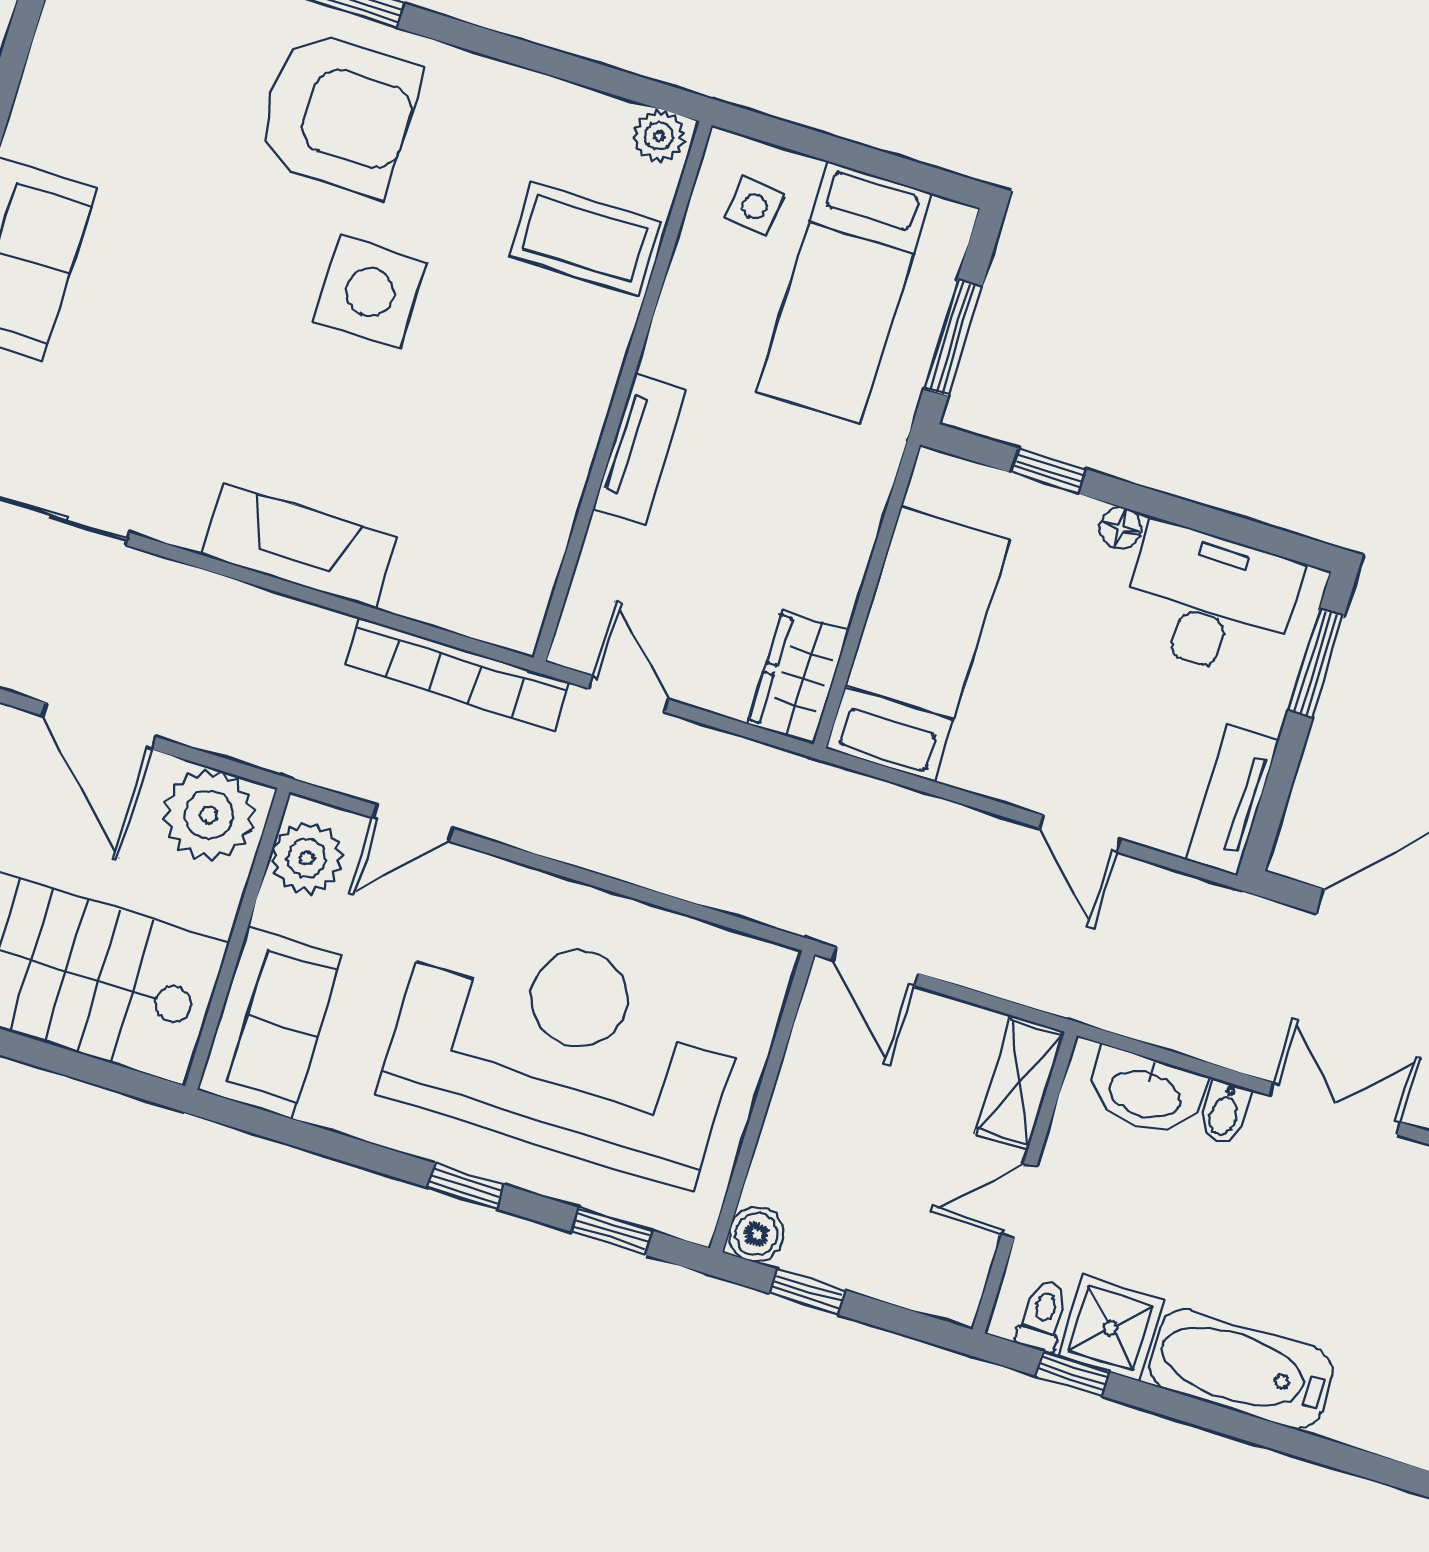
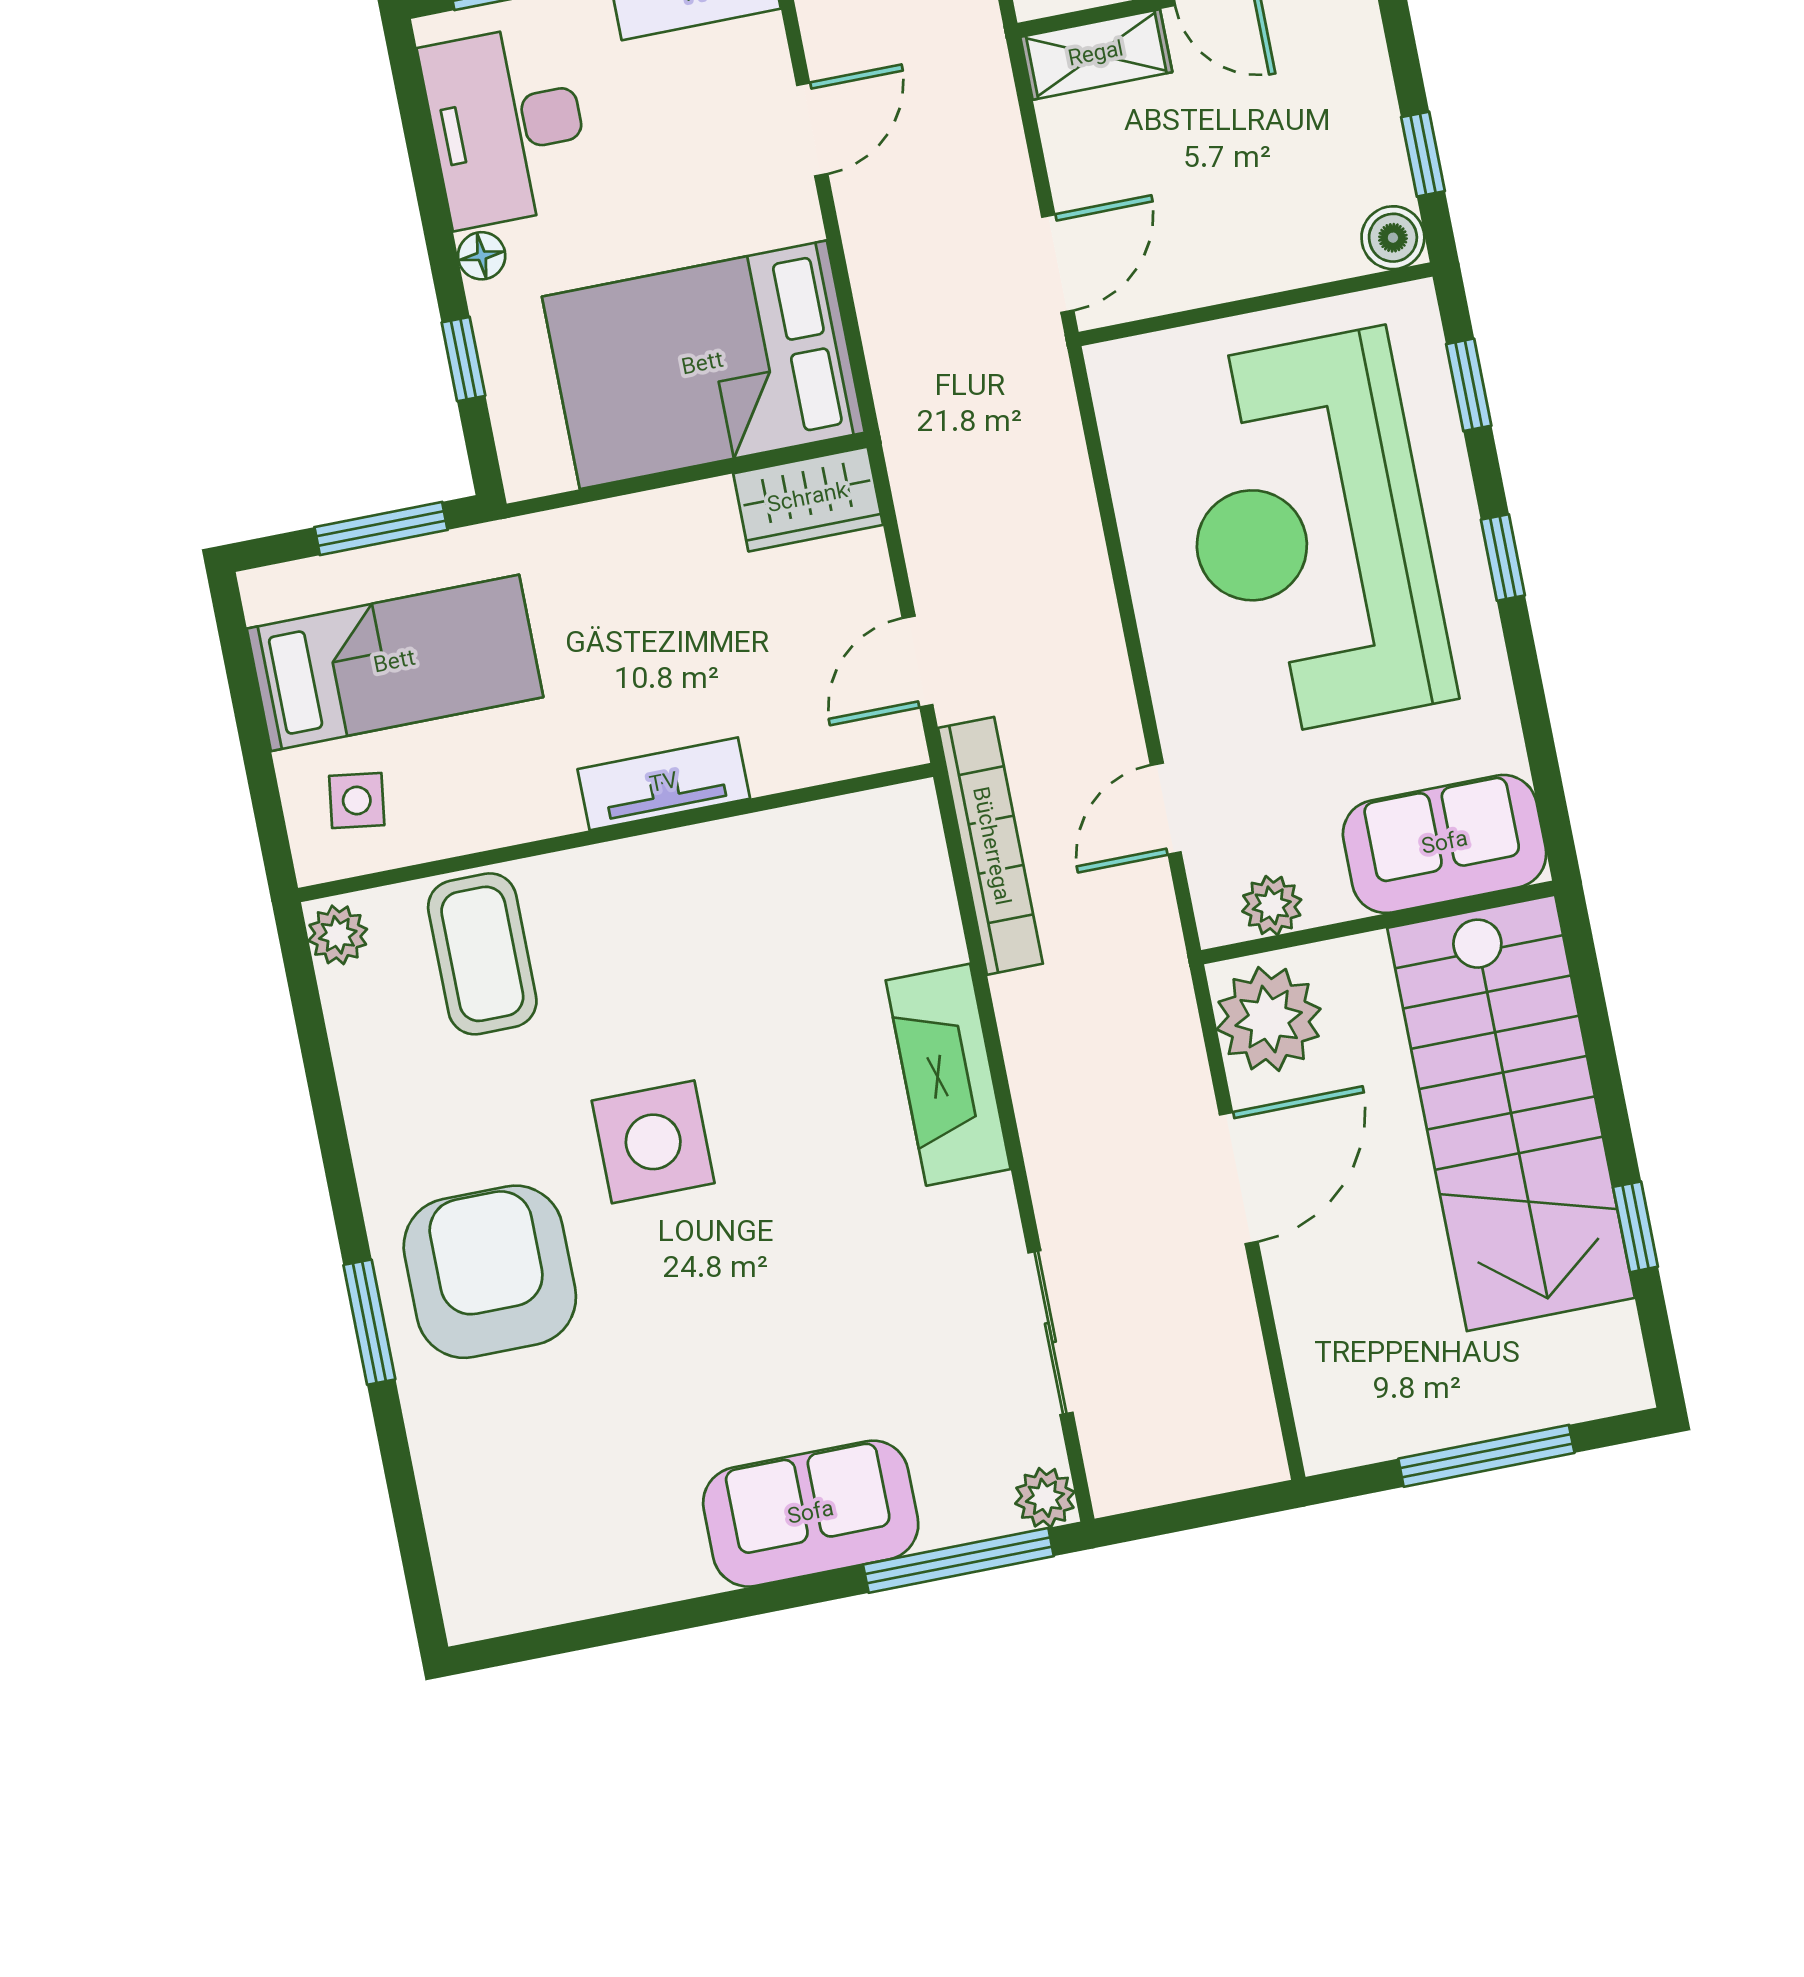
bed: (918, 644) -> (703, 365), width x1.50
door: (413, 823) -> (1166, 809), swing flipped
plant: (307, 858) -> (1272, 905), width x0.73, depth x0.73

